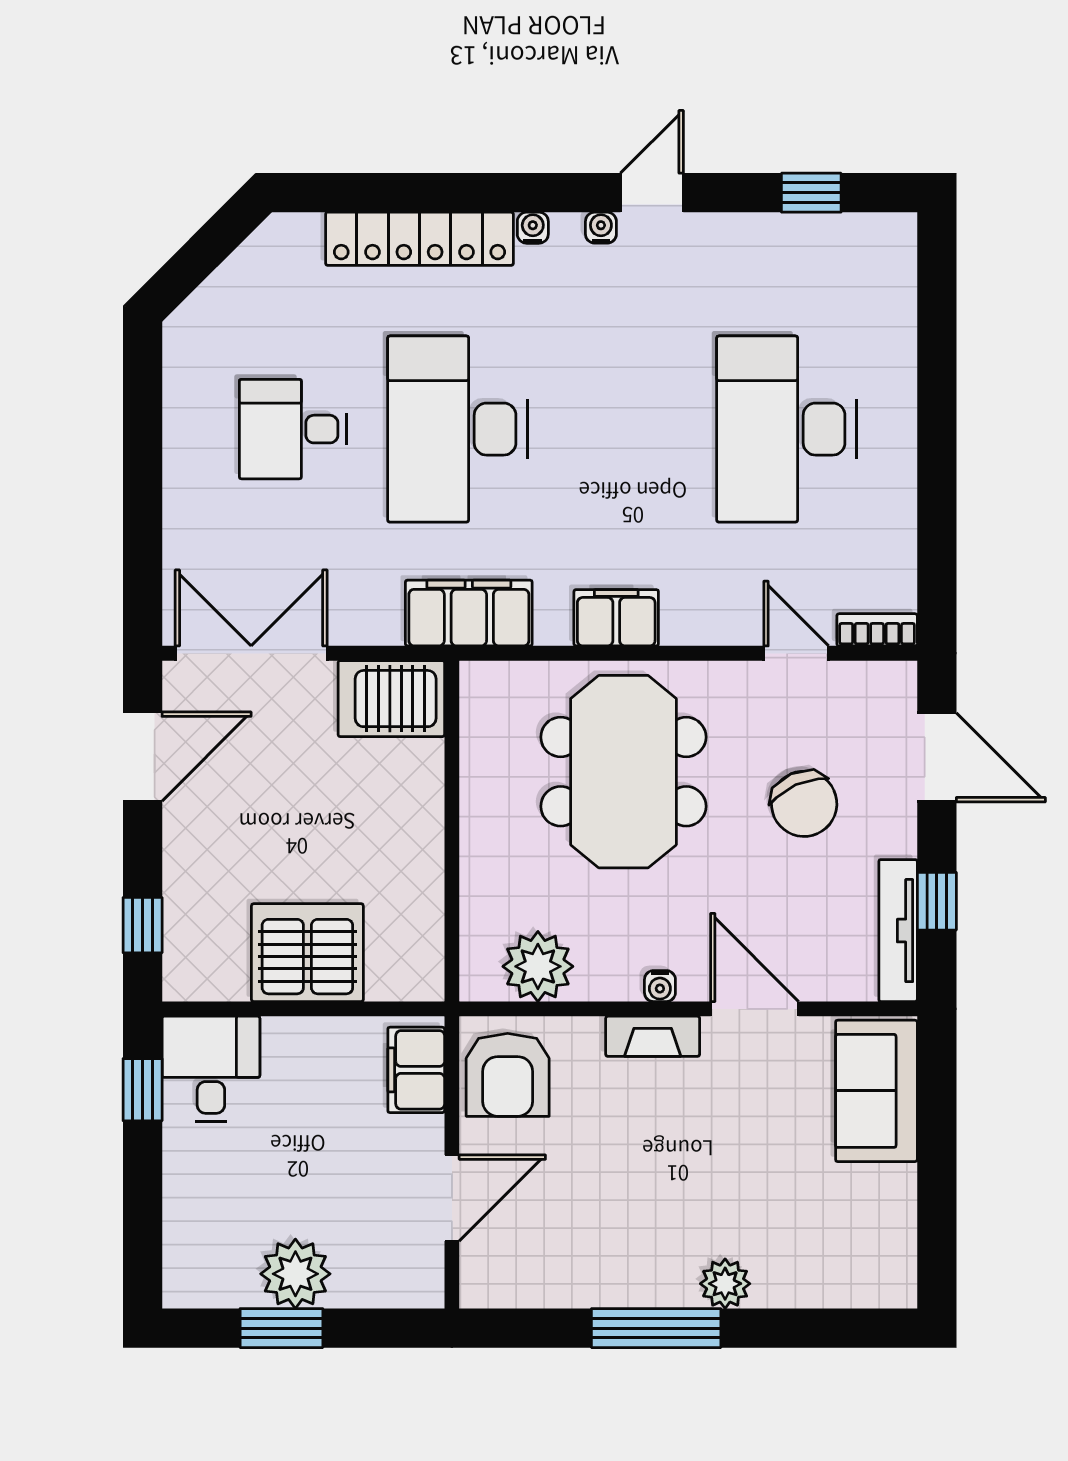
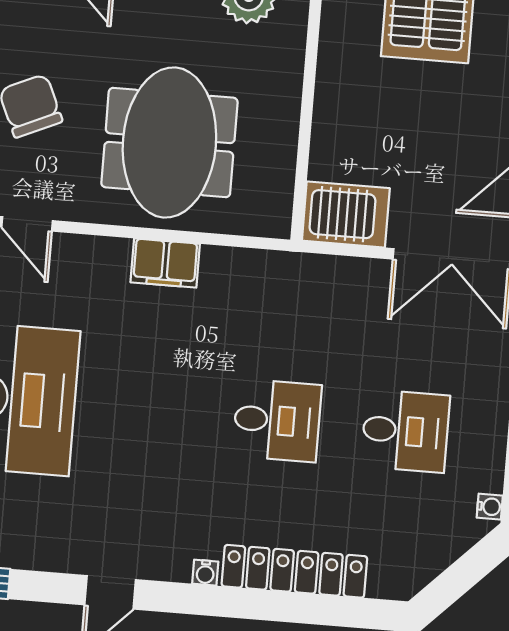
water cooler: (601, 228) -> (490, 507), moved, turned -90
desk: (457, 429) -> (277, 420), width x0.53, depth x0.77
filing cabinet: (469, 613) -> (280, 276), removed

